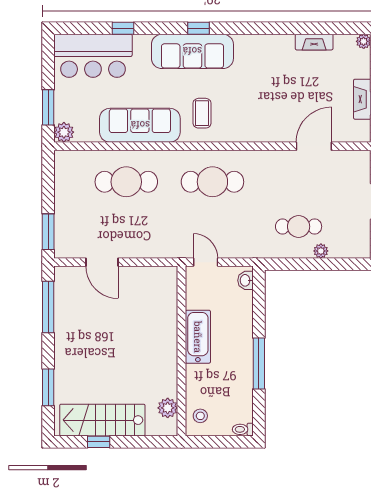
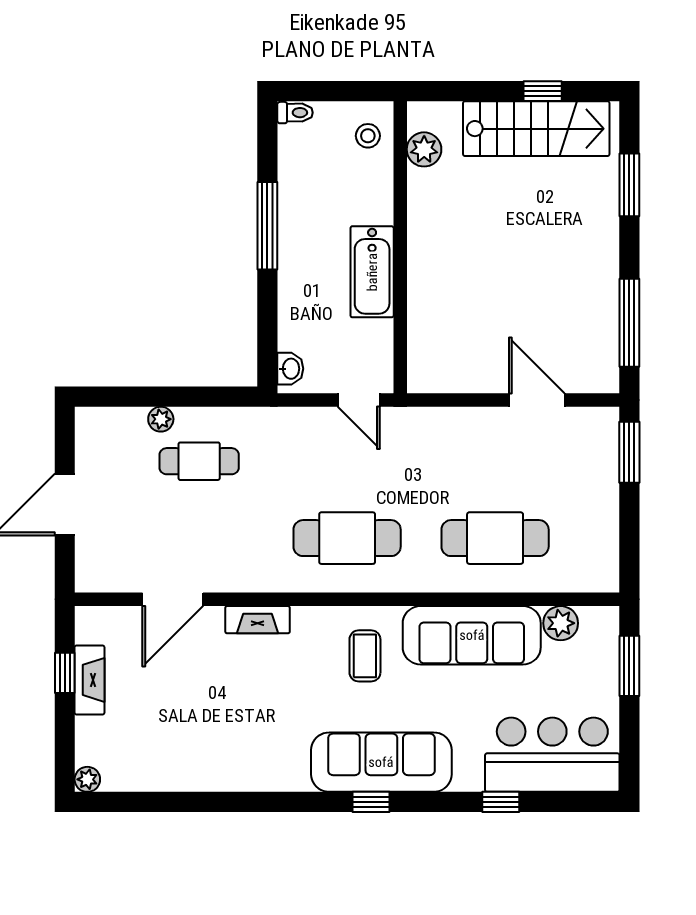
fireplace: (314, 42) -> (258, 620), moved, turned 180
plant: (64, 132) -> (561, 623), moved

